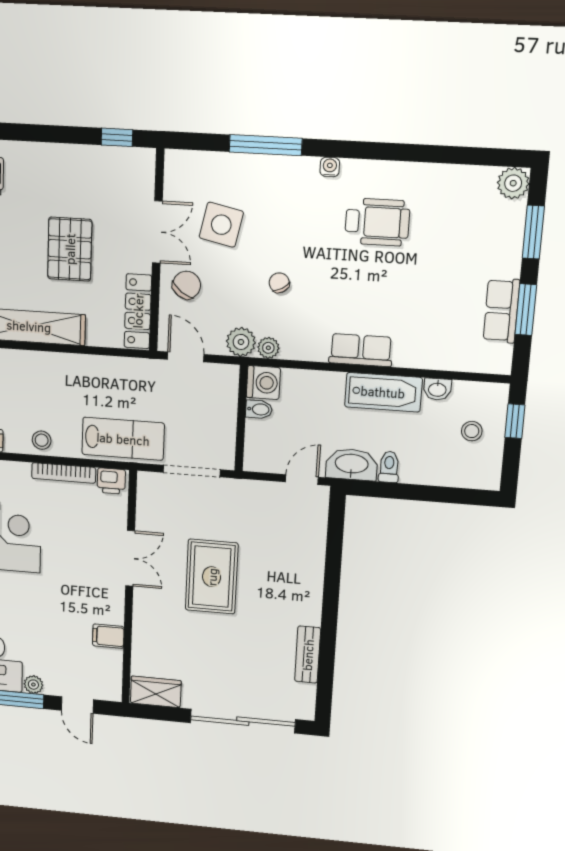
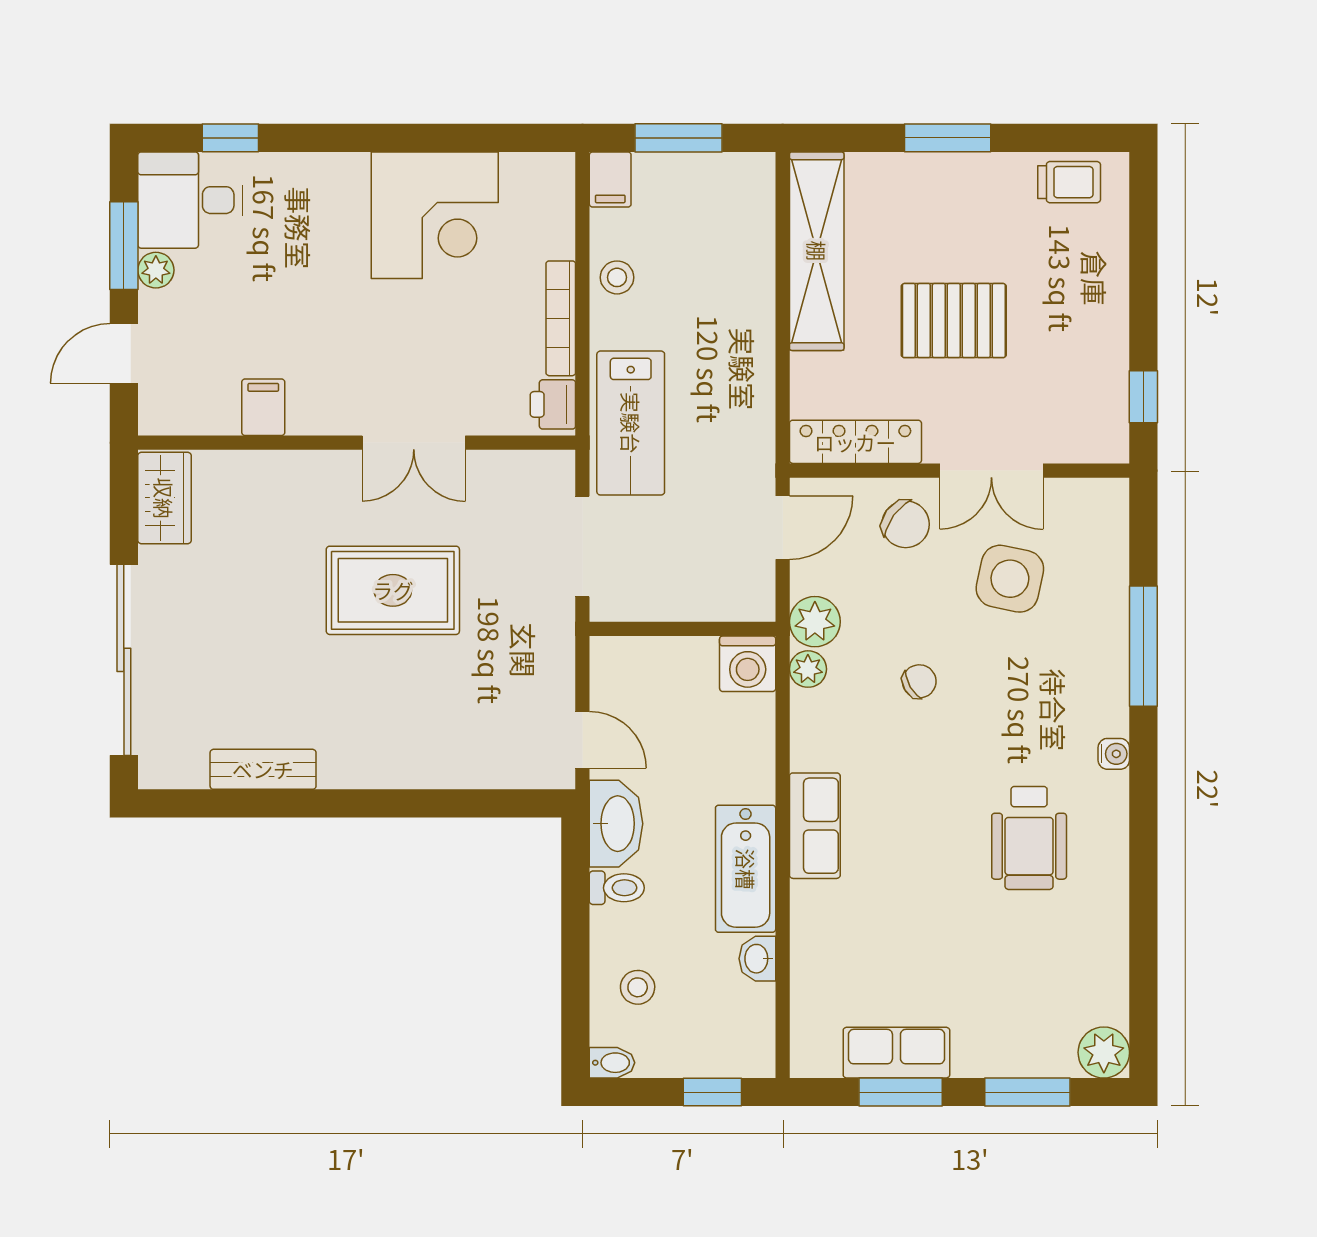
bidet: (259, 409) -> (612, 1063), moved, turned -90
stool: (472, 431) -> (638, 987), moved

